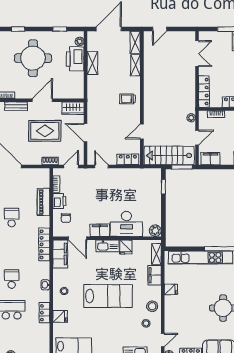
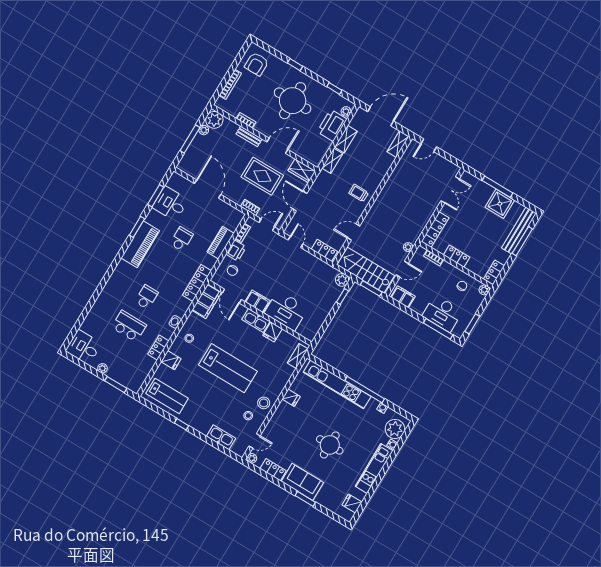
shelving: (135, 65) -> (332, 161), moved
plant: (155, 231) -> (342, 280), moved
filing cabinet: (155, 275) -> (284, 375), removed

